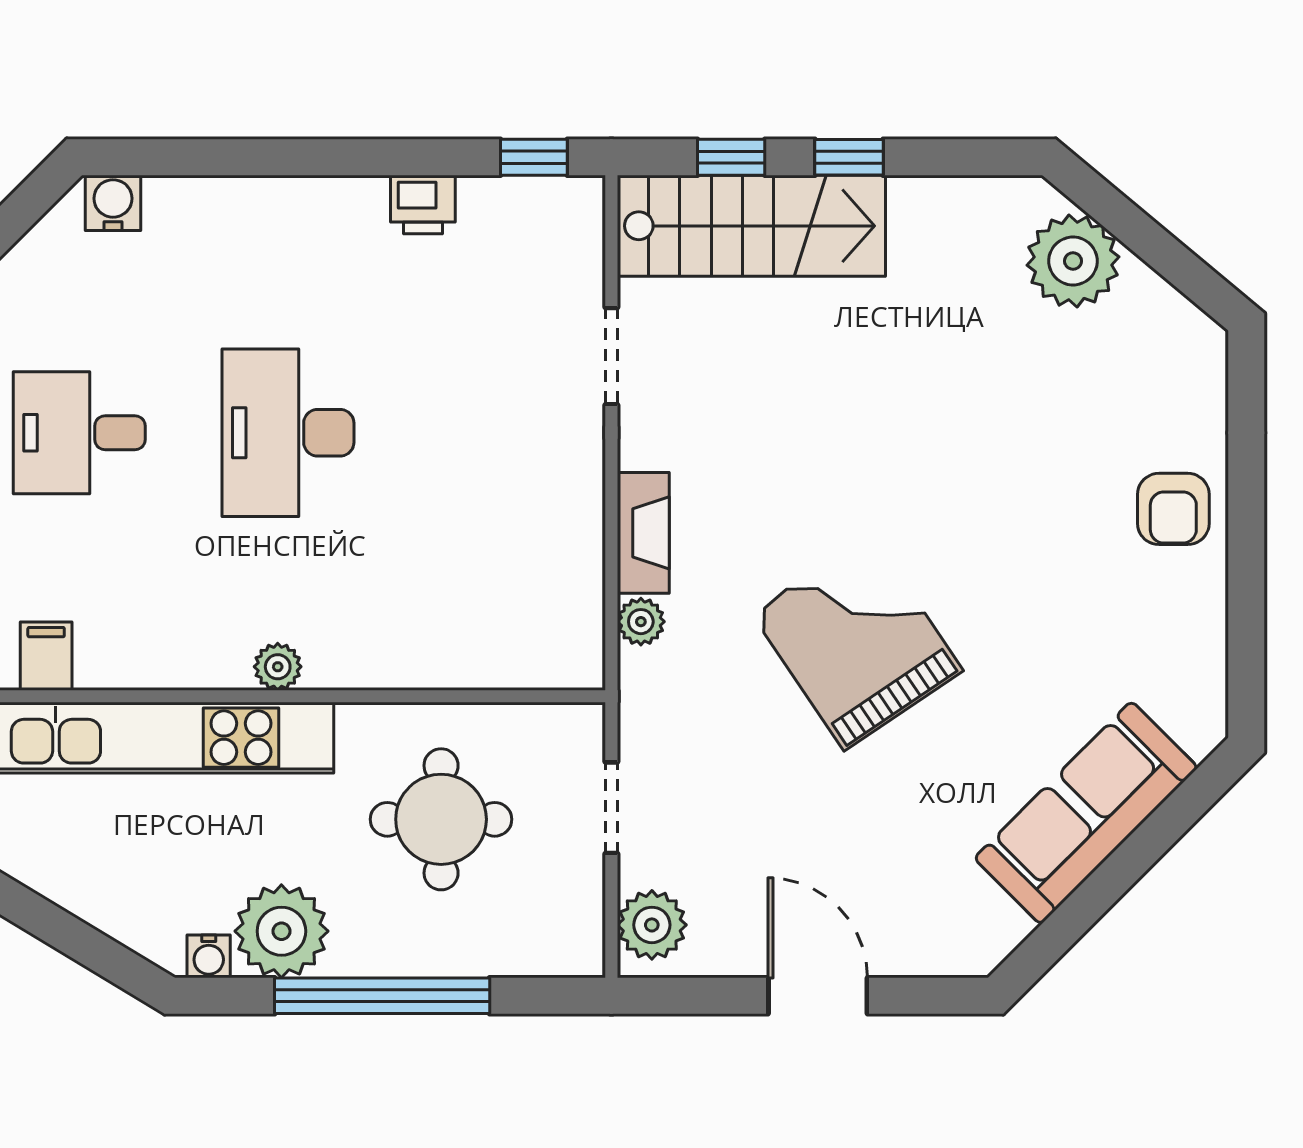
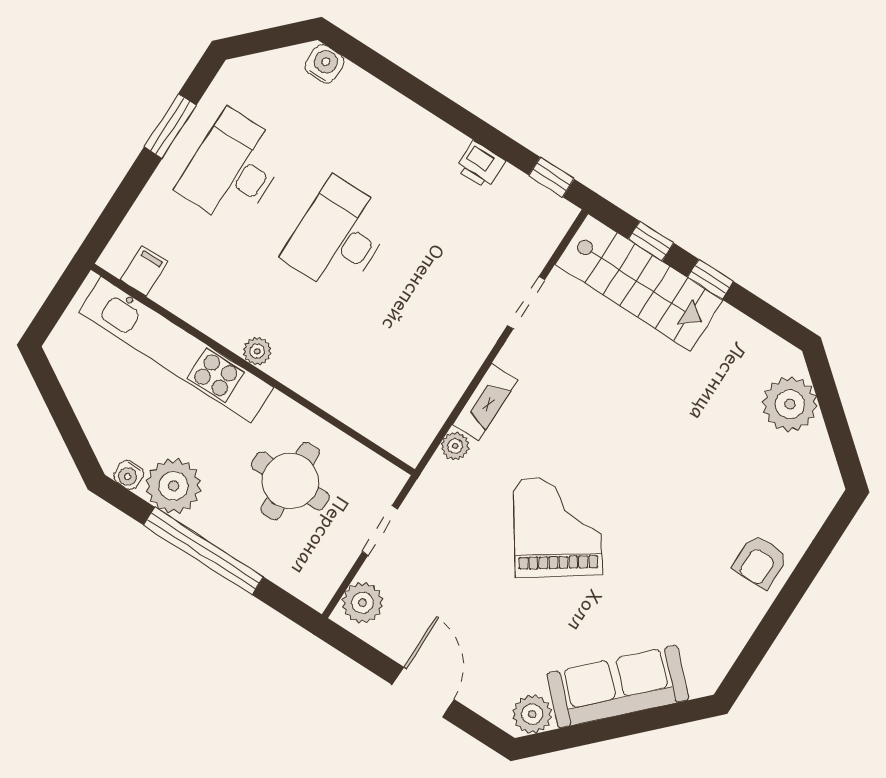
desk: (79, 433) -> (233, 169), width x1.37
plant: (991, 929) -> (532, 714), added

